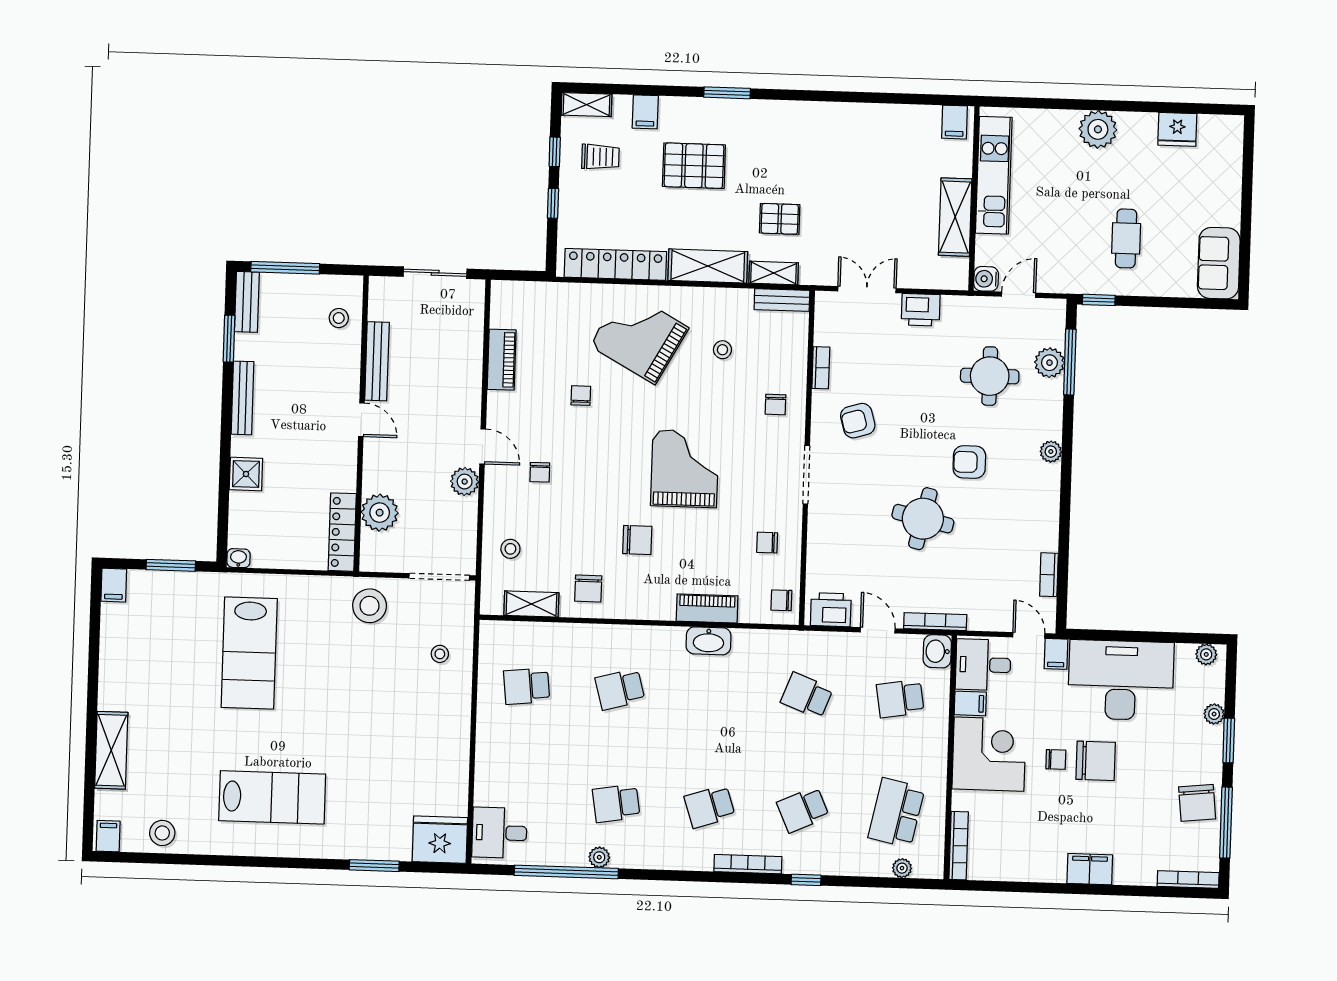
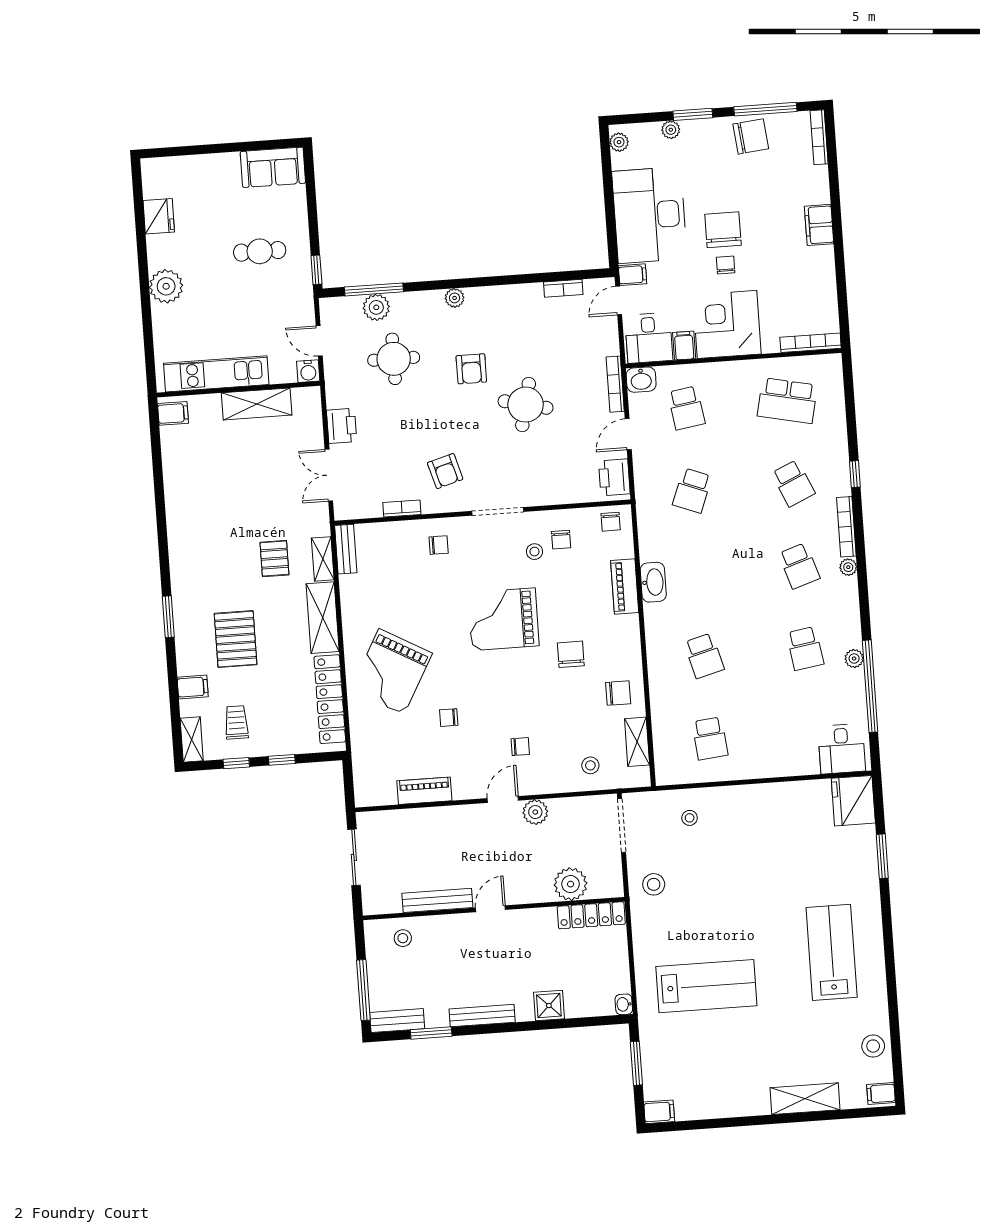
stool: (722, 350) -> (534, 552), moved
stool: (370, 606) -> (654, 884), width x0.73, depth x0.73
plant: (902, 868) -> (848, 567), moved

